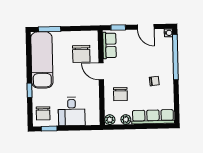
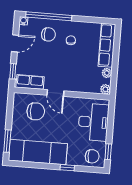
door: (101, 71) -> (55, 93), hinge flipped
chair: (120, 94) -> (48, 34), moved
desk: (72, 111) -> (93, 122), width x1.37

